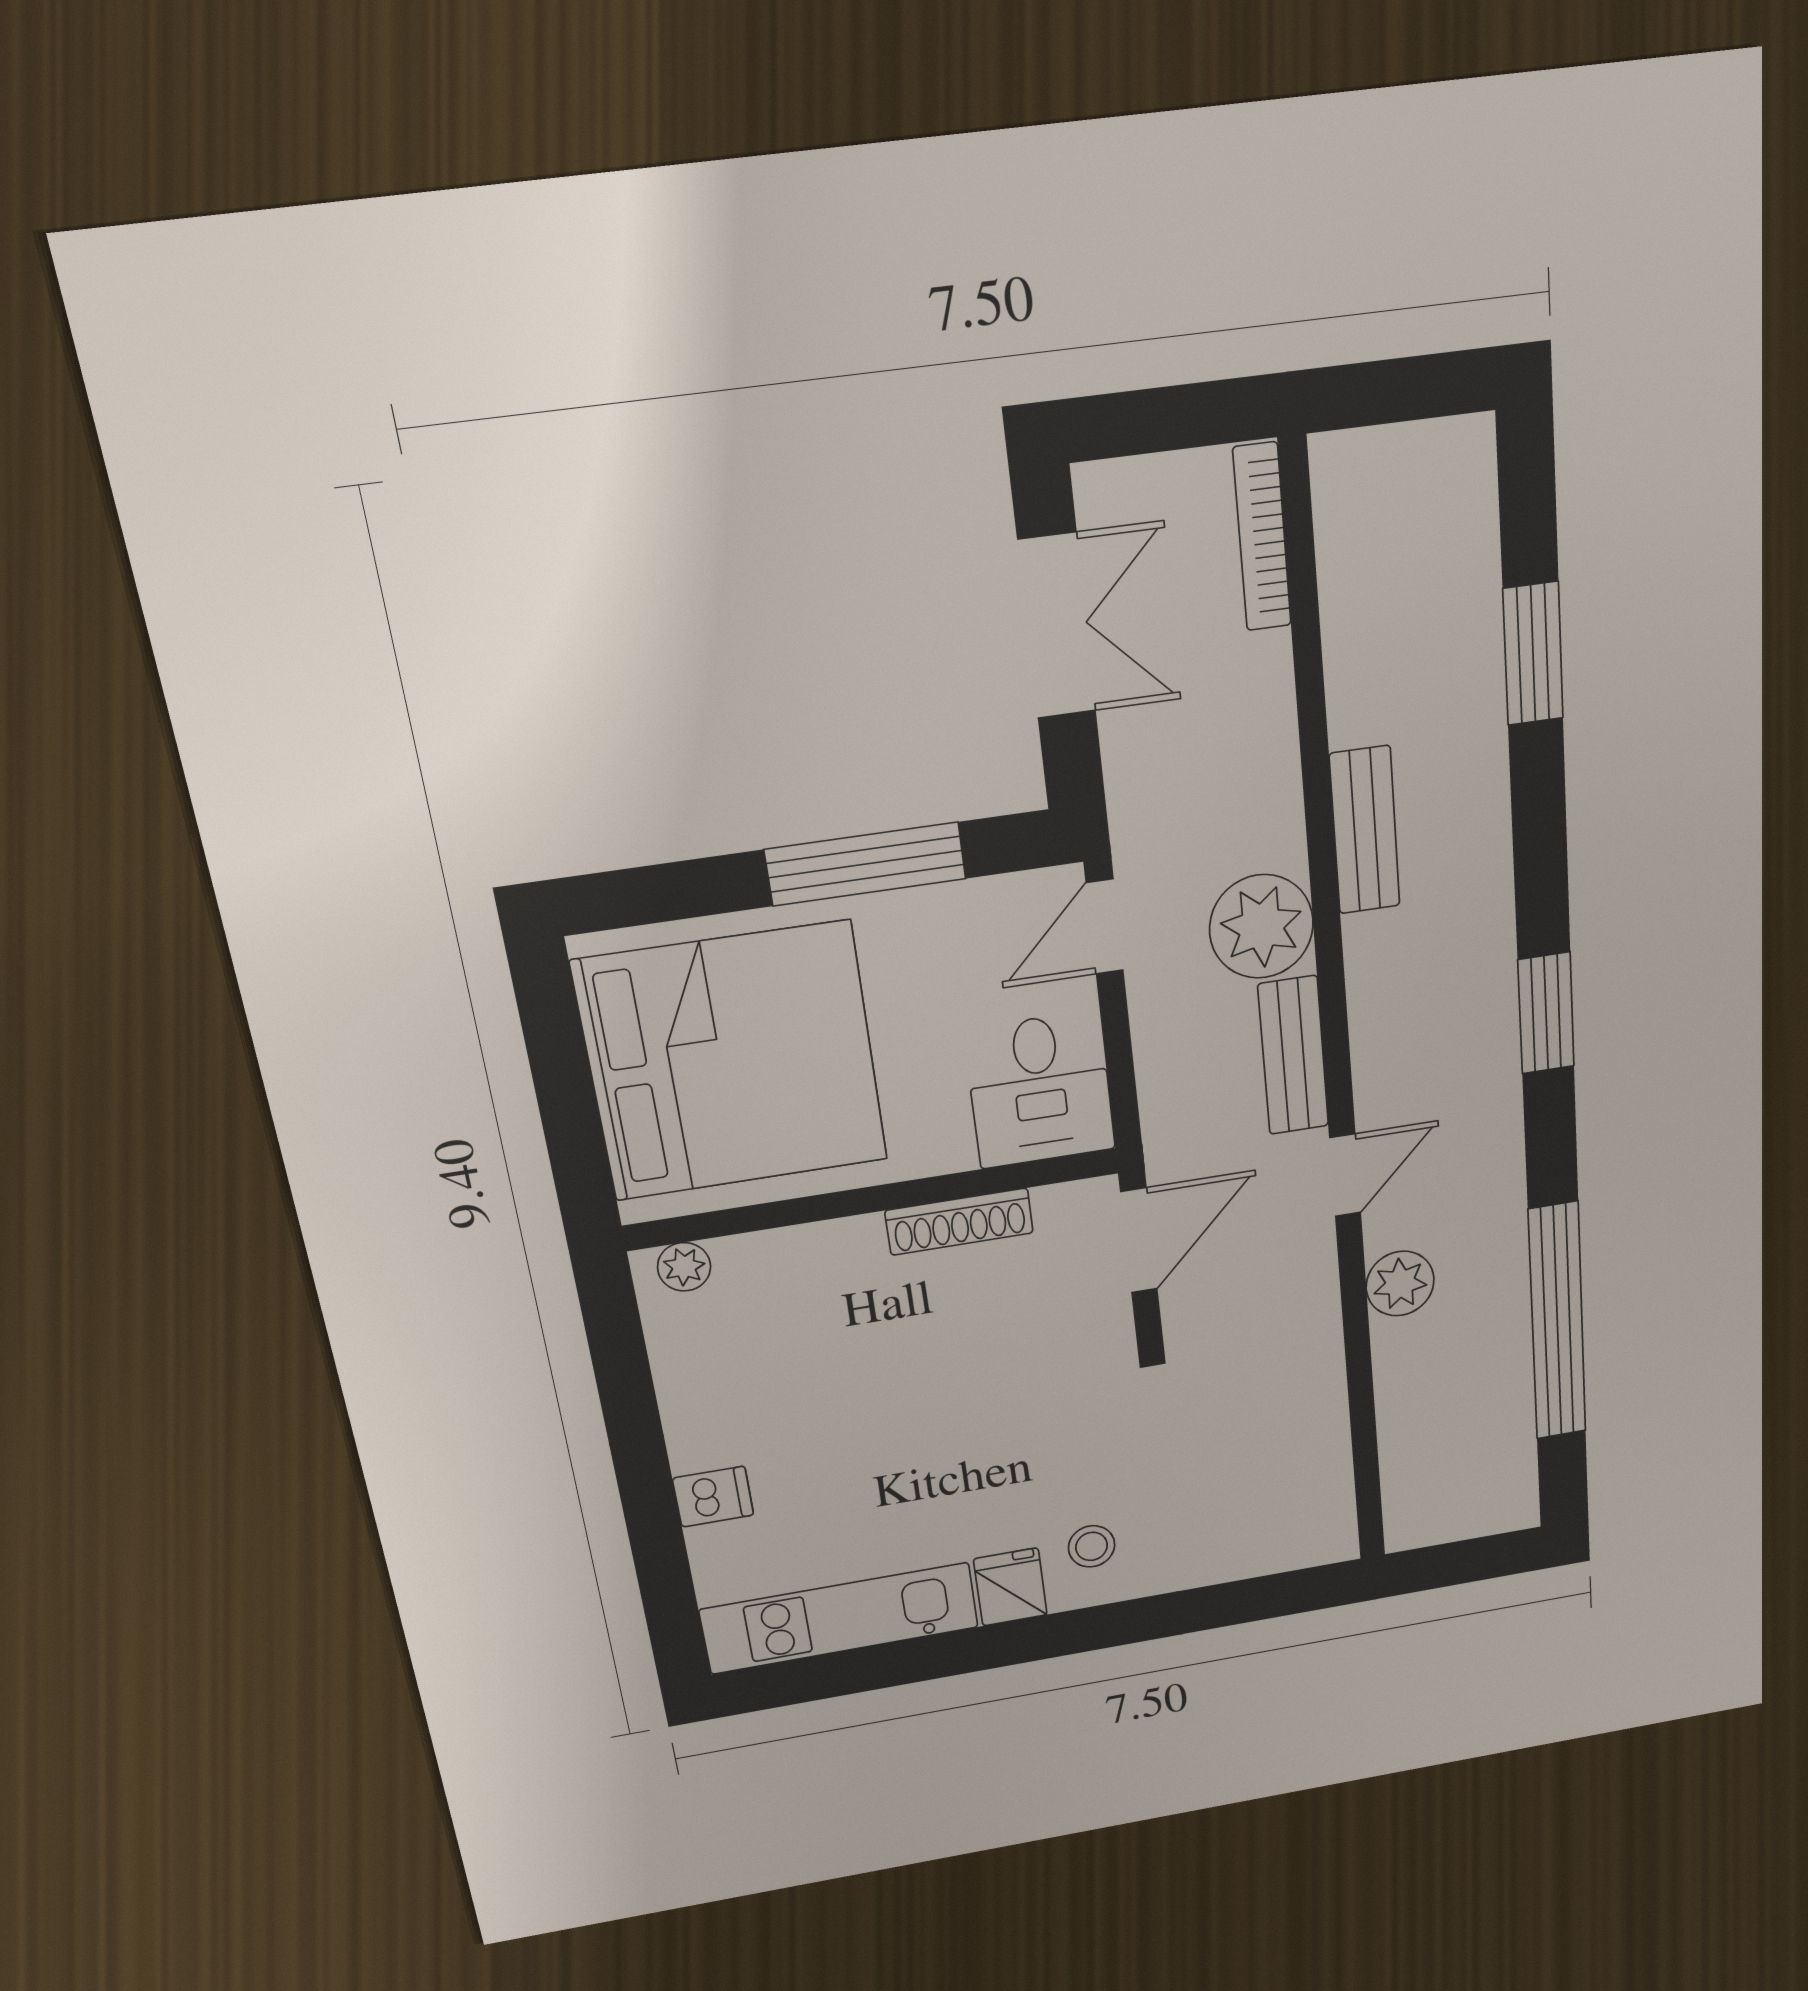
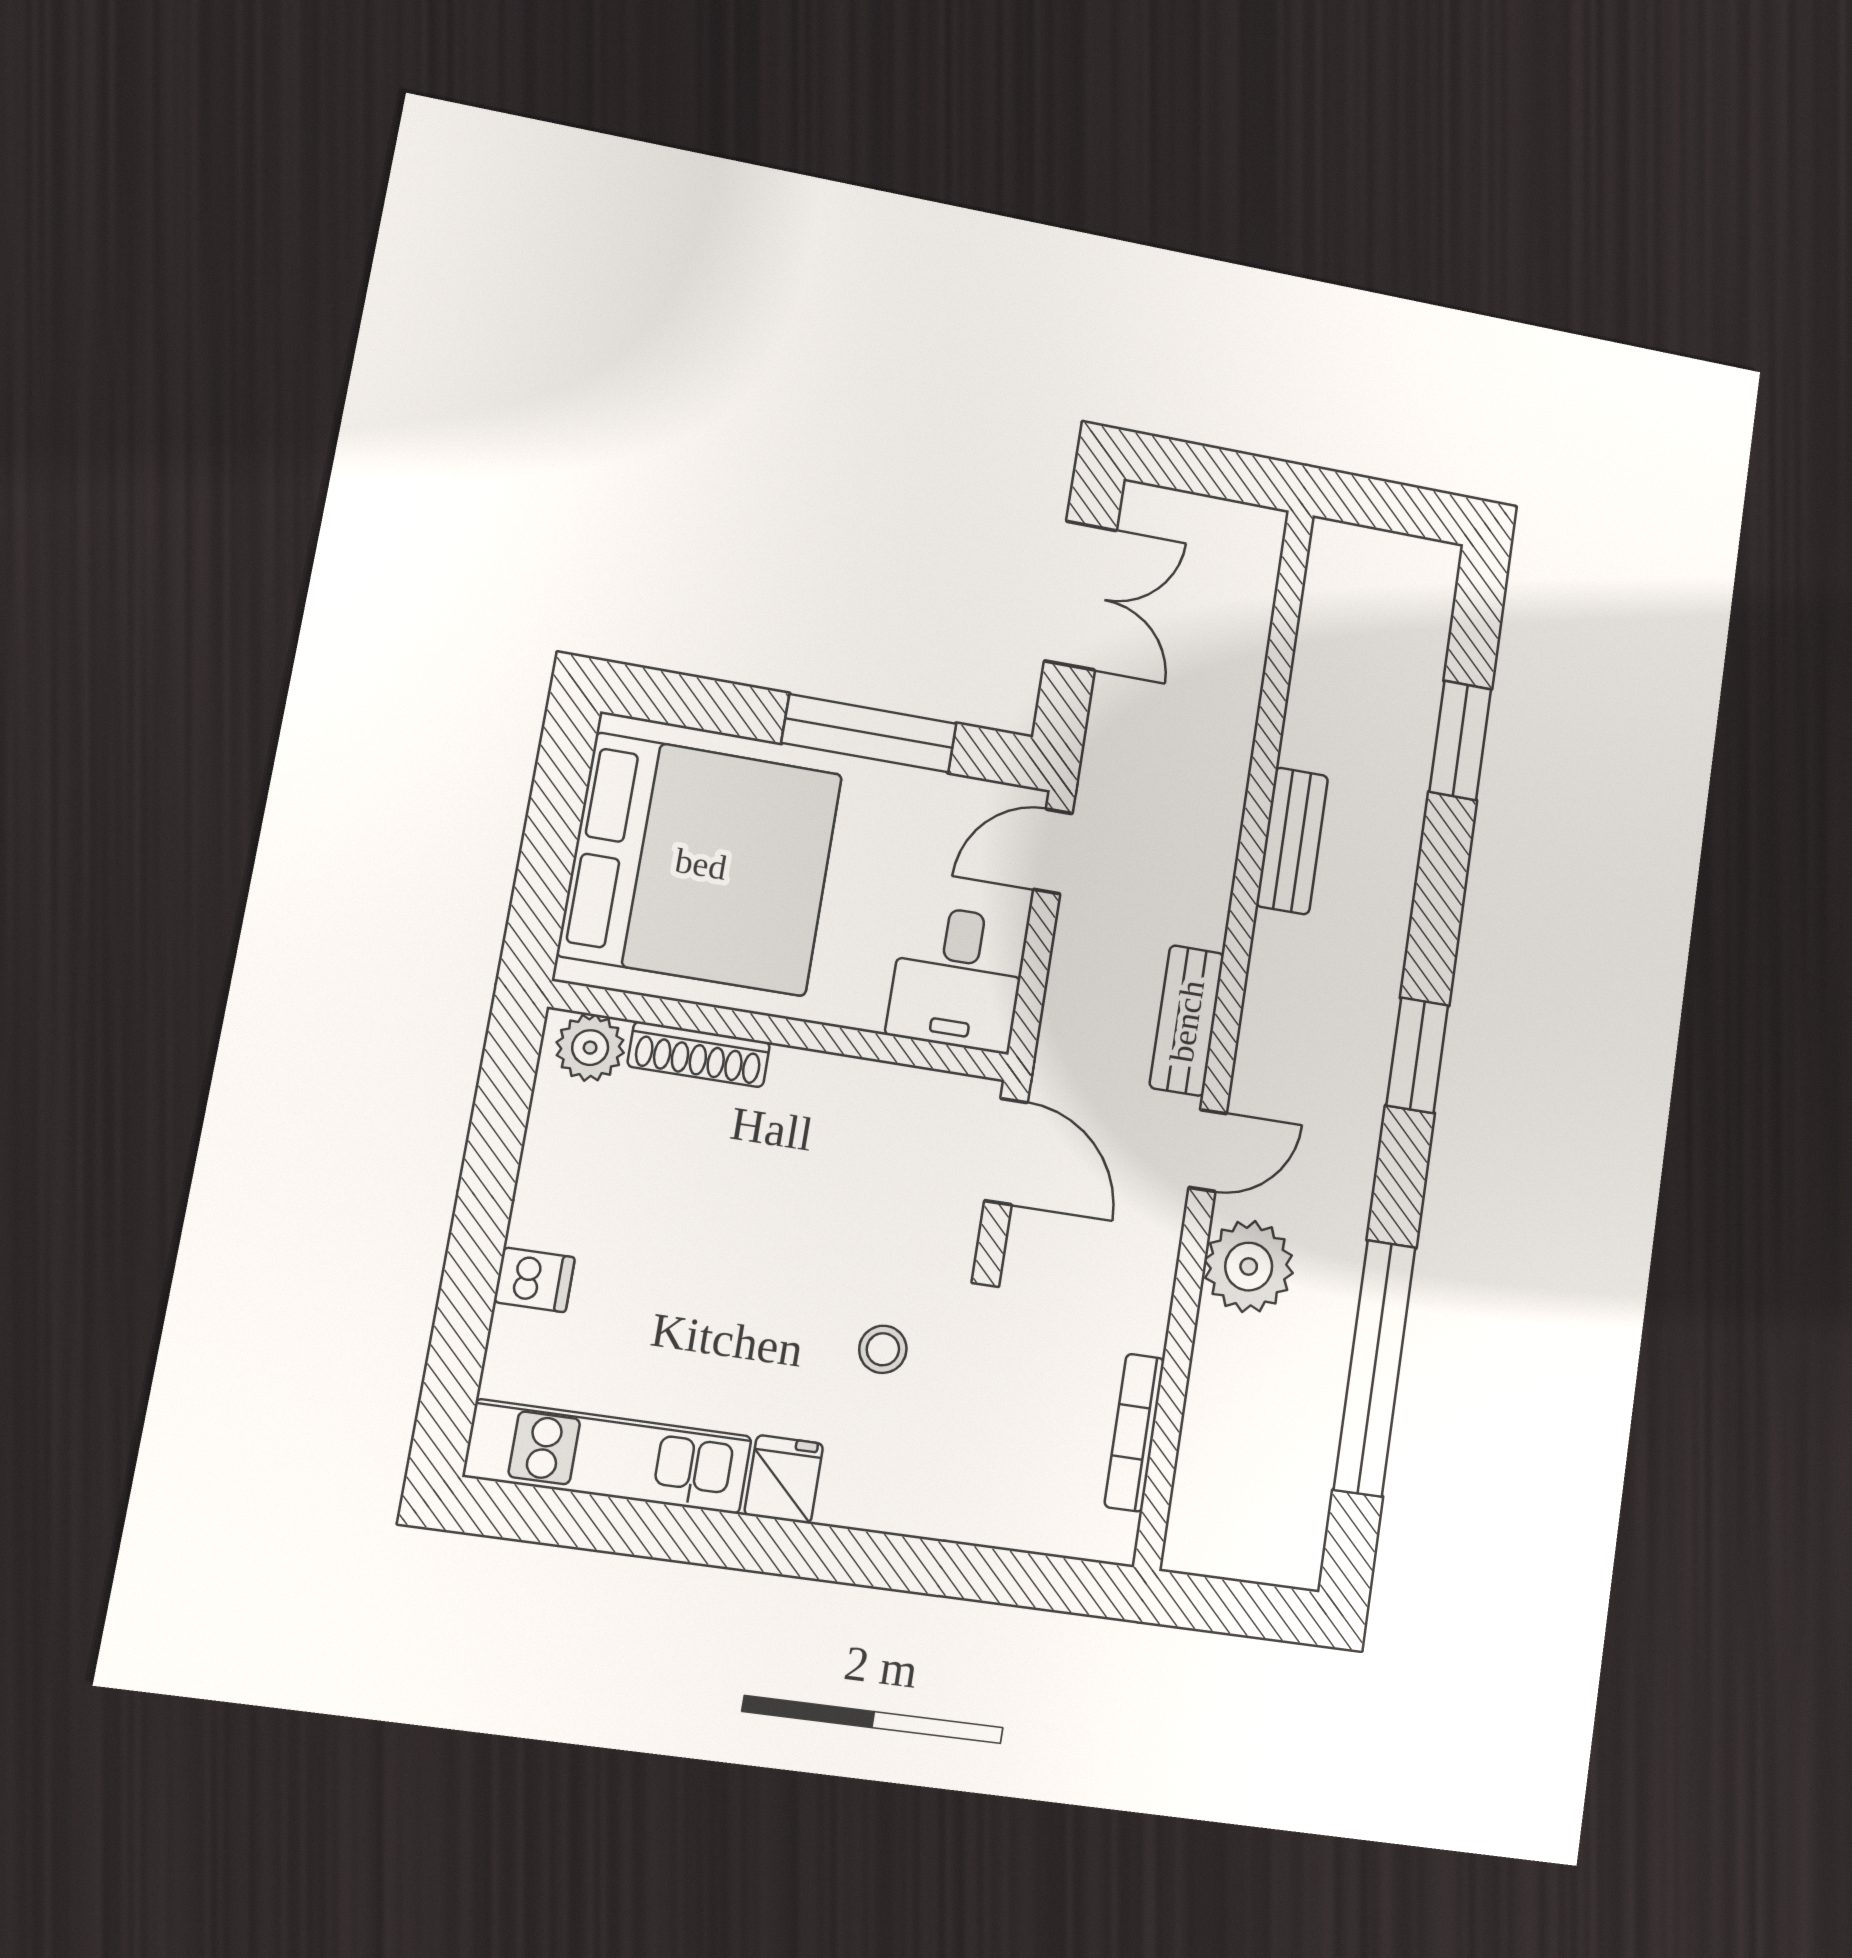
bookcase: (1262, 537) -> (1134, 1433), moved
plant: (1261, 926) -> (1186, 895), removed
shoe rack: (959, 1222) -> (699, 1054), moved
door: (1139, 1240) -> (1006, 1151), hinge flipped
plant: (684, 1267) -> (590, 1048), width x1.38, depth x1.38
plant: (1400, 1284) -> (1249, 1266), width x1.36, depth x1.36
stool: (1092, 1546) -> (883, 1349), moved

